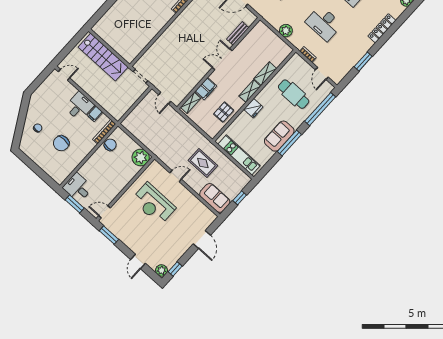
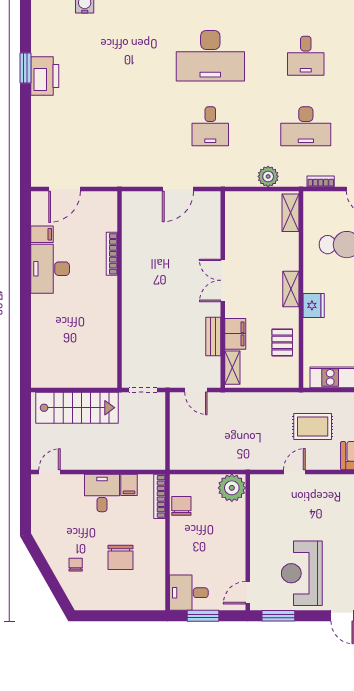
bench: (238, 33) -> (213, 336), moved
shelving: (265, 74) -> (290, 213), moved
reception desk: (154, 204) -> (302, 573), moved, turned 90

